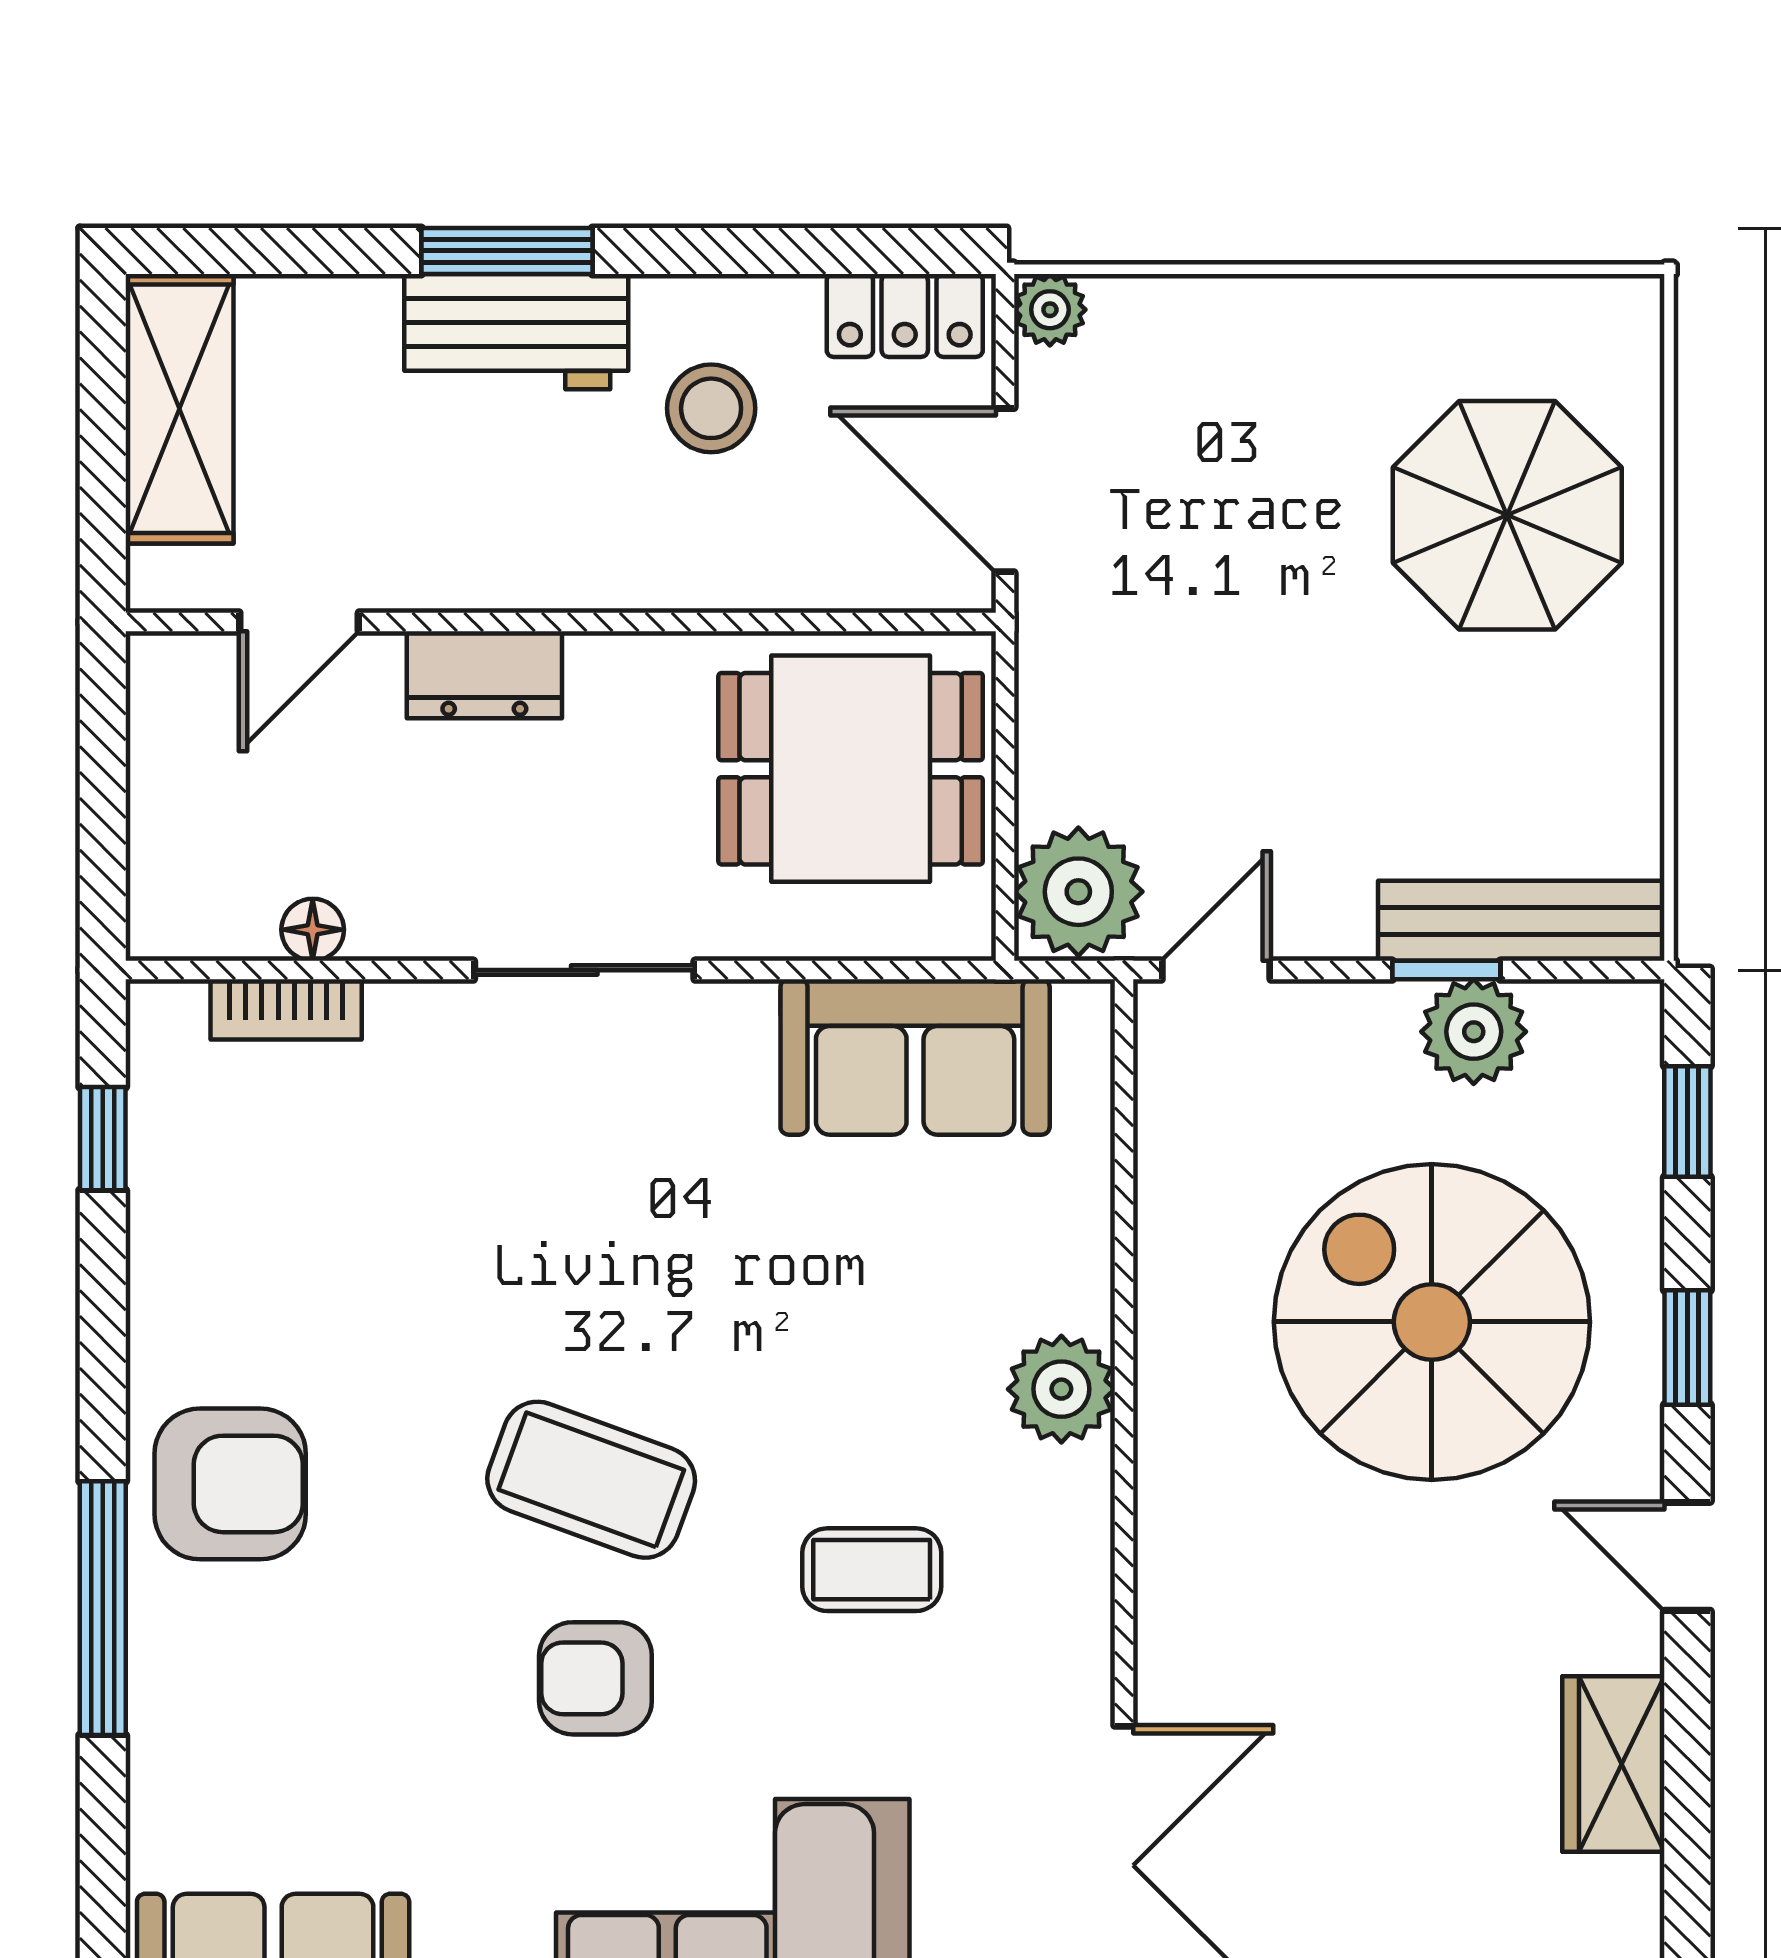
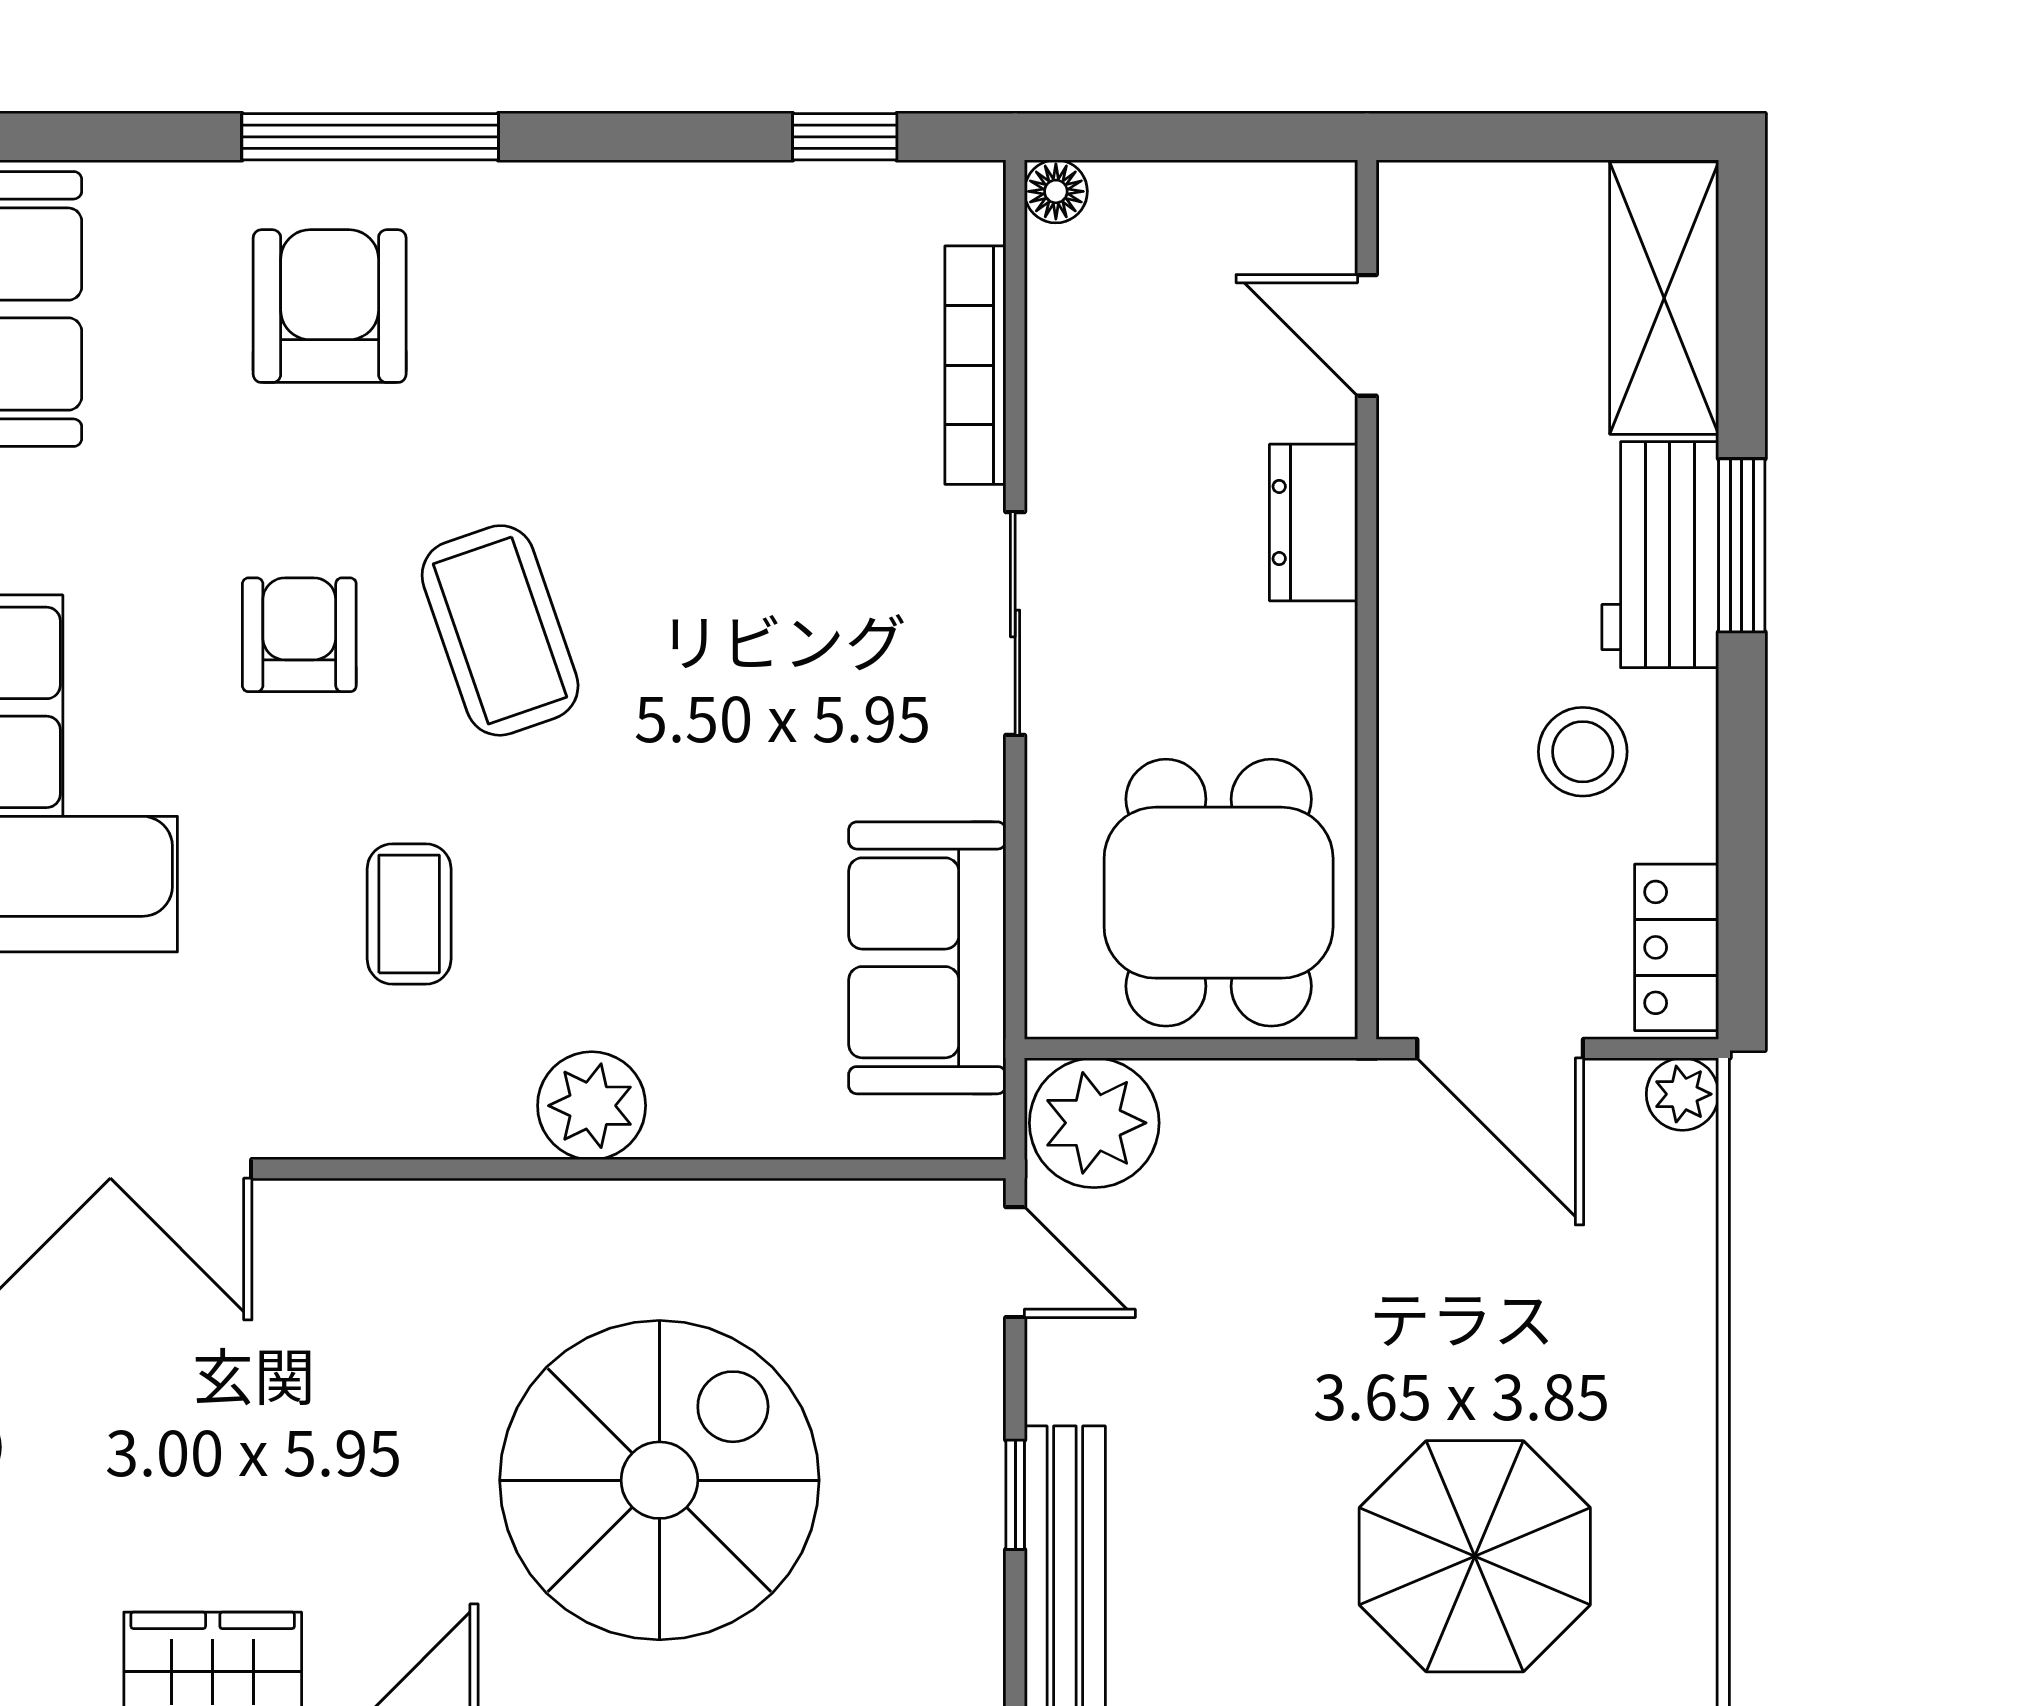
shelving: (180, 409) -> (1664, 298), moved, turned 90
door: (1005, 490) -> (1500, 1049), swing flipped
floor lamp: (313, 930) -> (1056, 191), moved
bookcase: (286, 1009) -> (975, 365), width x1.56
plant: (1474, 1032) -> (953, 1522), removed
coffee table: (591, 1480) -> (500, 630), turned -39
armchair: (230, 1484) -> (330, 306), moved, turned 180

